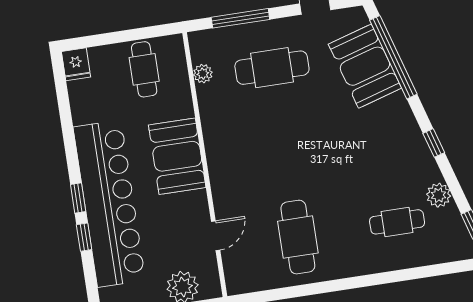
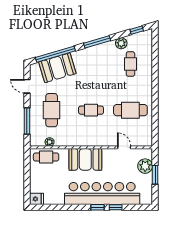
cafe table: (144, 69) -> (46, 157), moved
window: (434, 143) -> (97, 42), width x2.17
cafe table: (285, 152) -> (91, 110), added

